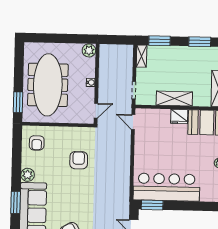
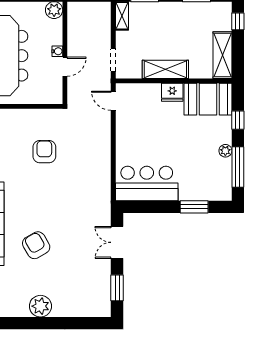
door: (96, 111) -> (65, 67), moved
bar counter: (166, 187) -> (147, 183), width x0.73
window: (152, 205) -> (194, 207), moved

